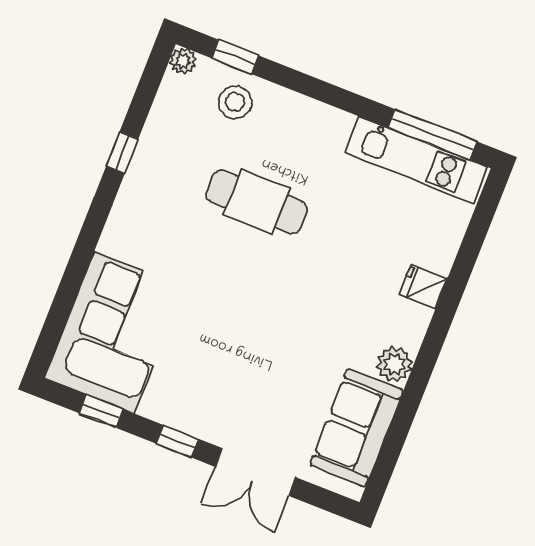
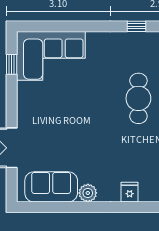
window: (177, 441) -> (12, 106), removed

